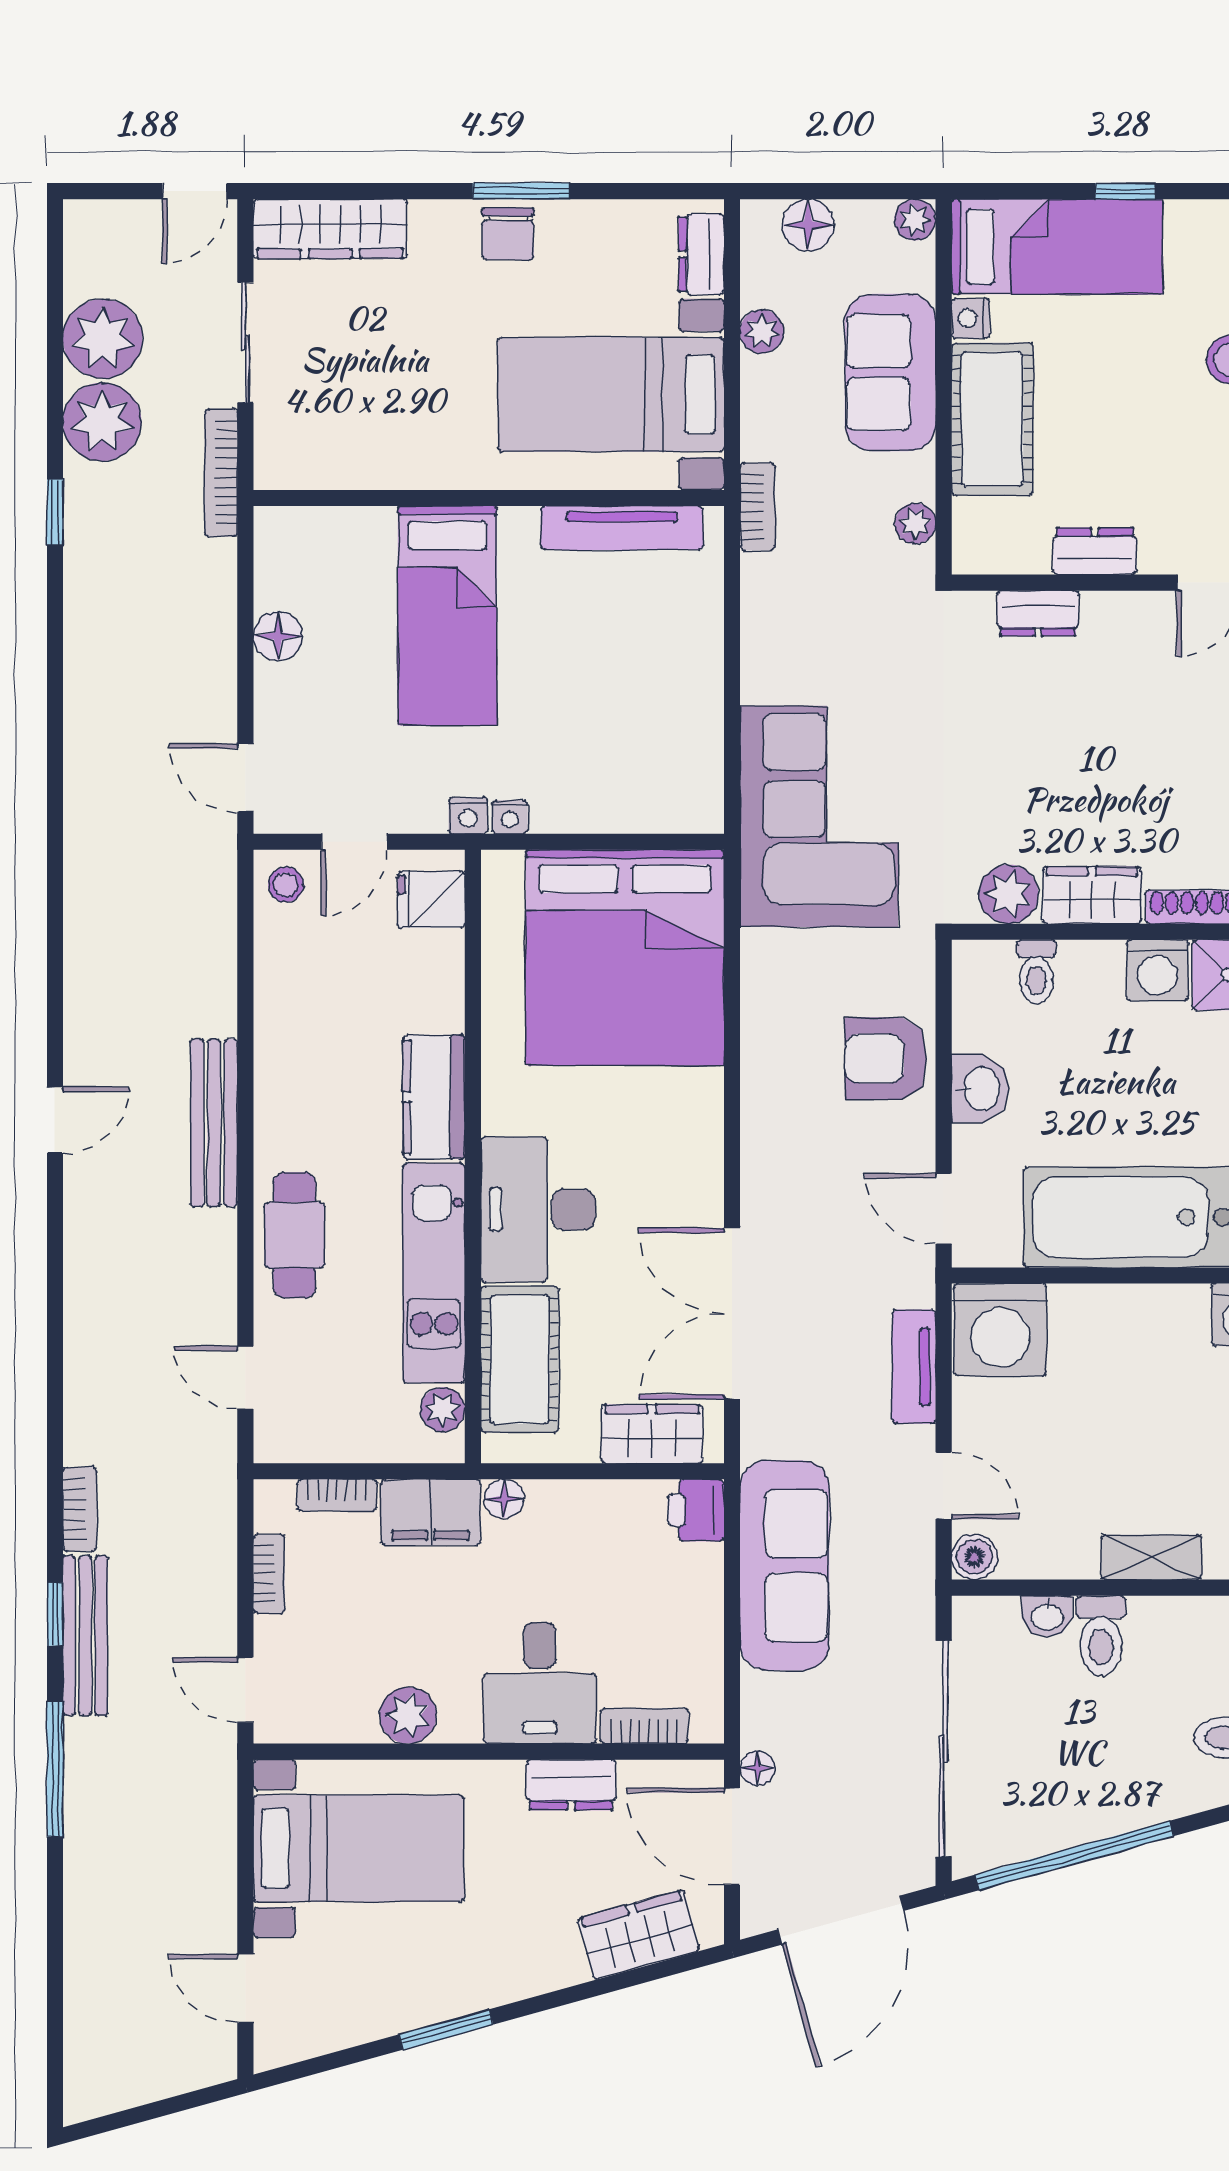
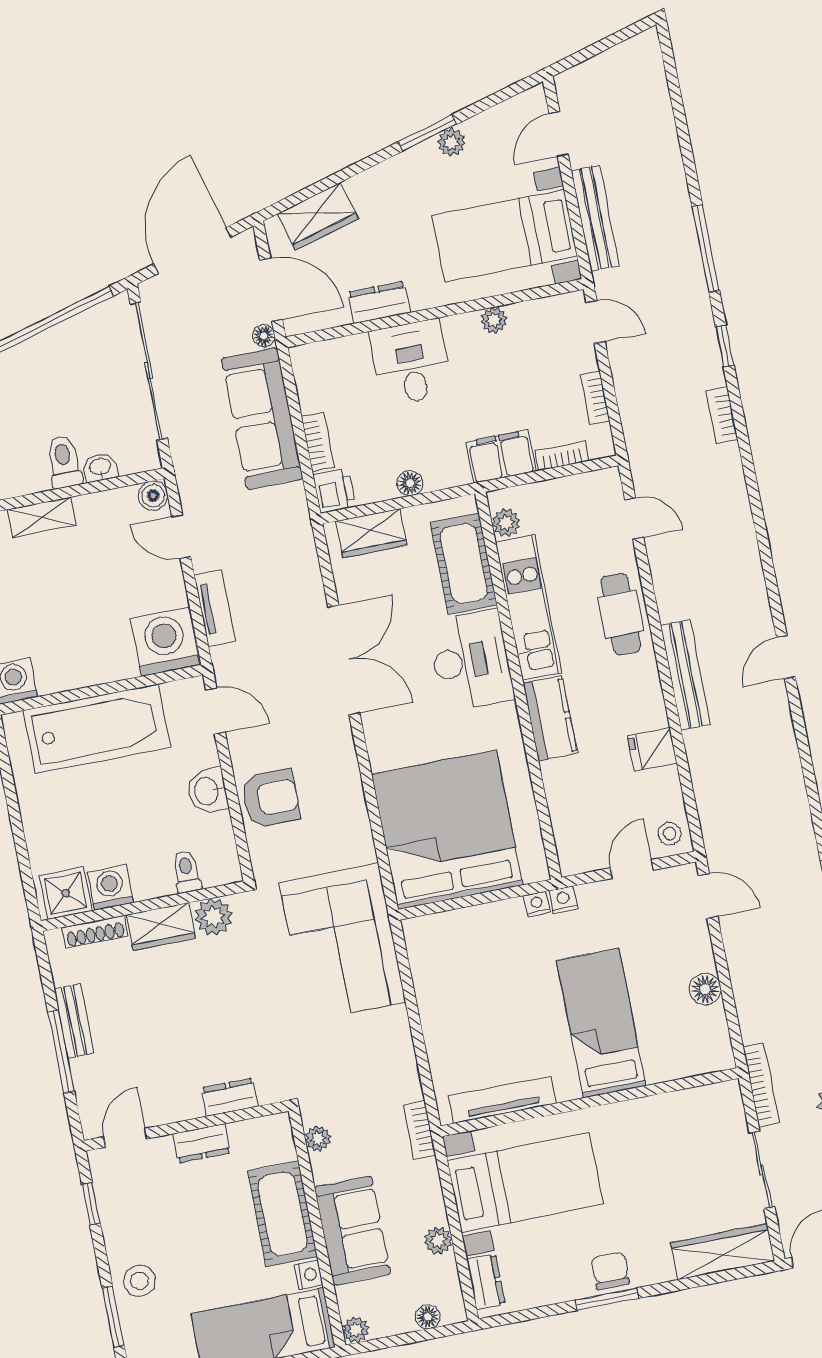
floor lamp: (808, 225) -> (428, 1317), width x0.73, depth x0.73
fridge: (431, 900) -> (652, 749), moved, turned 180
double door: (732, 1314) -> (344, 660), moved
floor lamp: (504, 1499) -> (410, 483), moved
sofa: (785, 1565) -> (262, 419), moved
bench: (85, 1636) -> (595, 218), moved
plant: (408, 1715) -> (494, 320), width x0.73, depth x0.73
bookcase: (644, 1726) -> (318, 442), moved, turned -90
door: (245, 1989) -> (559, 134), swing flipped
plant: (412, 2008) -> (451, 142), added

